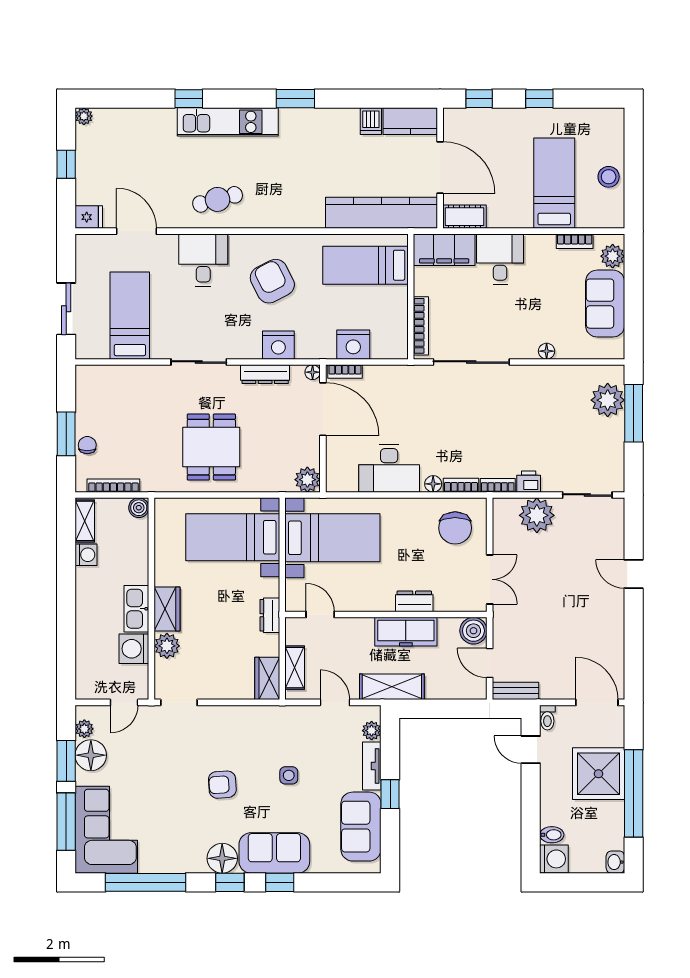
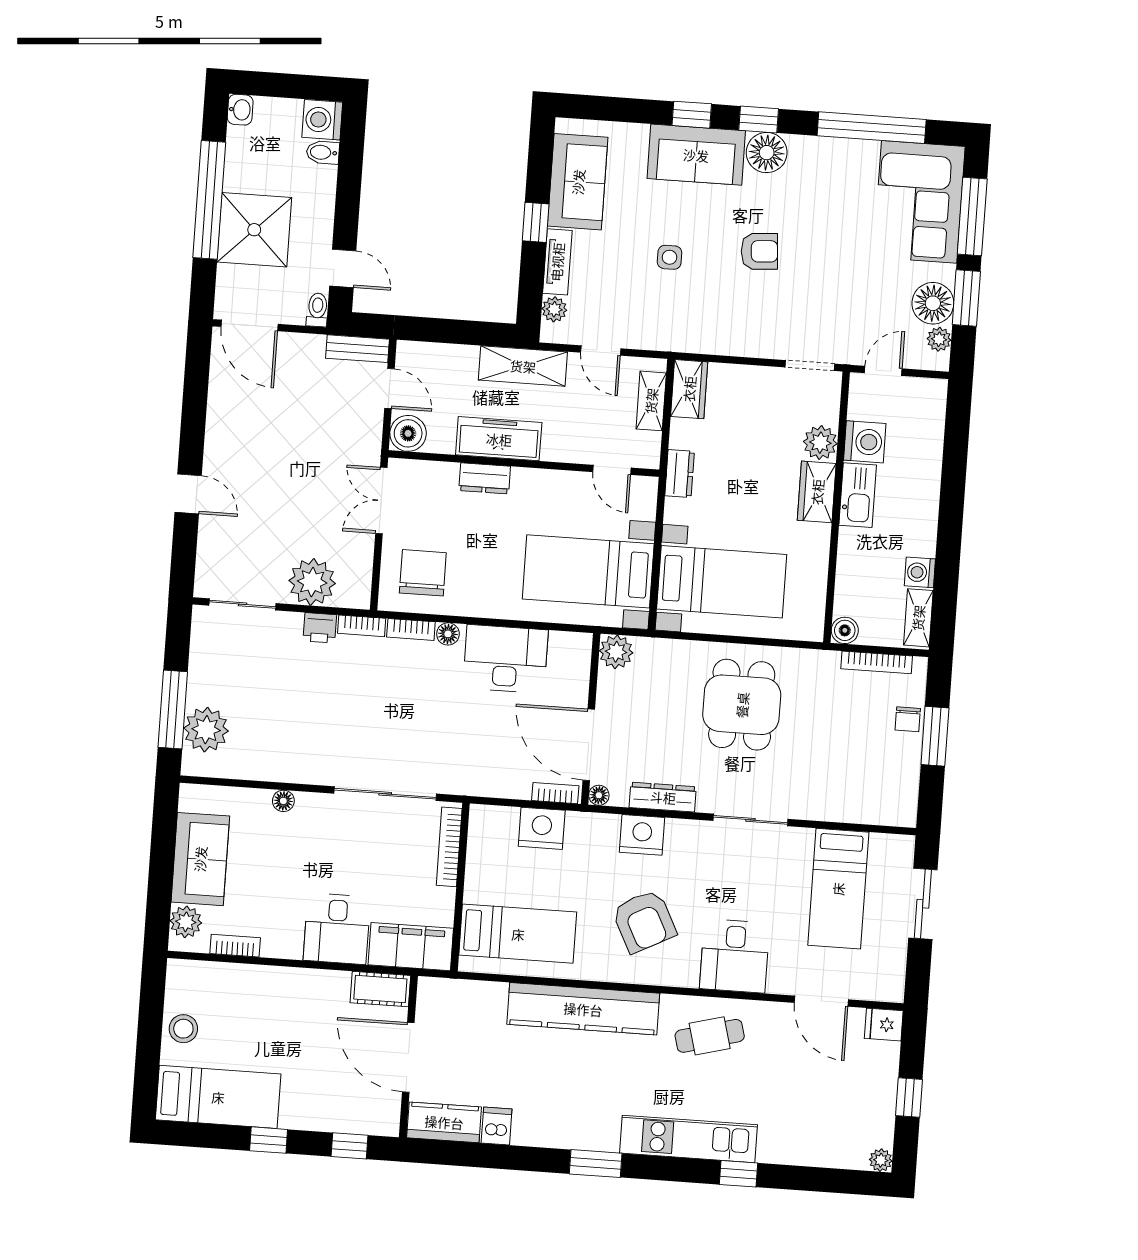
bed: (554, 183) -> (218, 1097), moved, turned -90
kitchen counter: (381, 213) -> (583, 1009), moved

